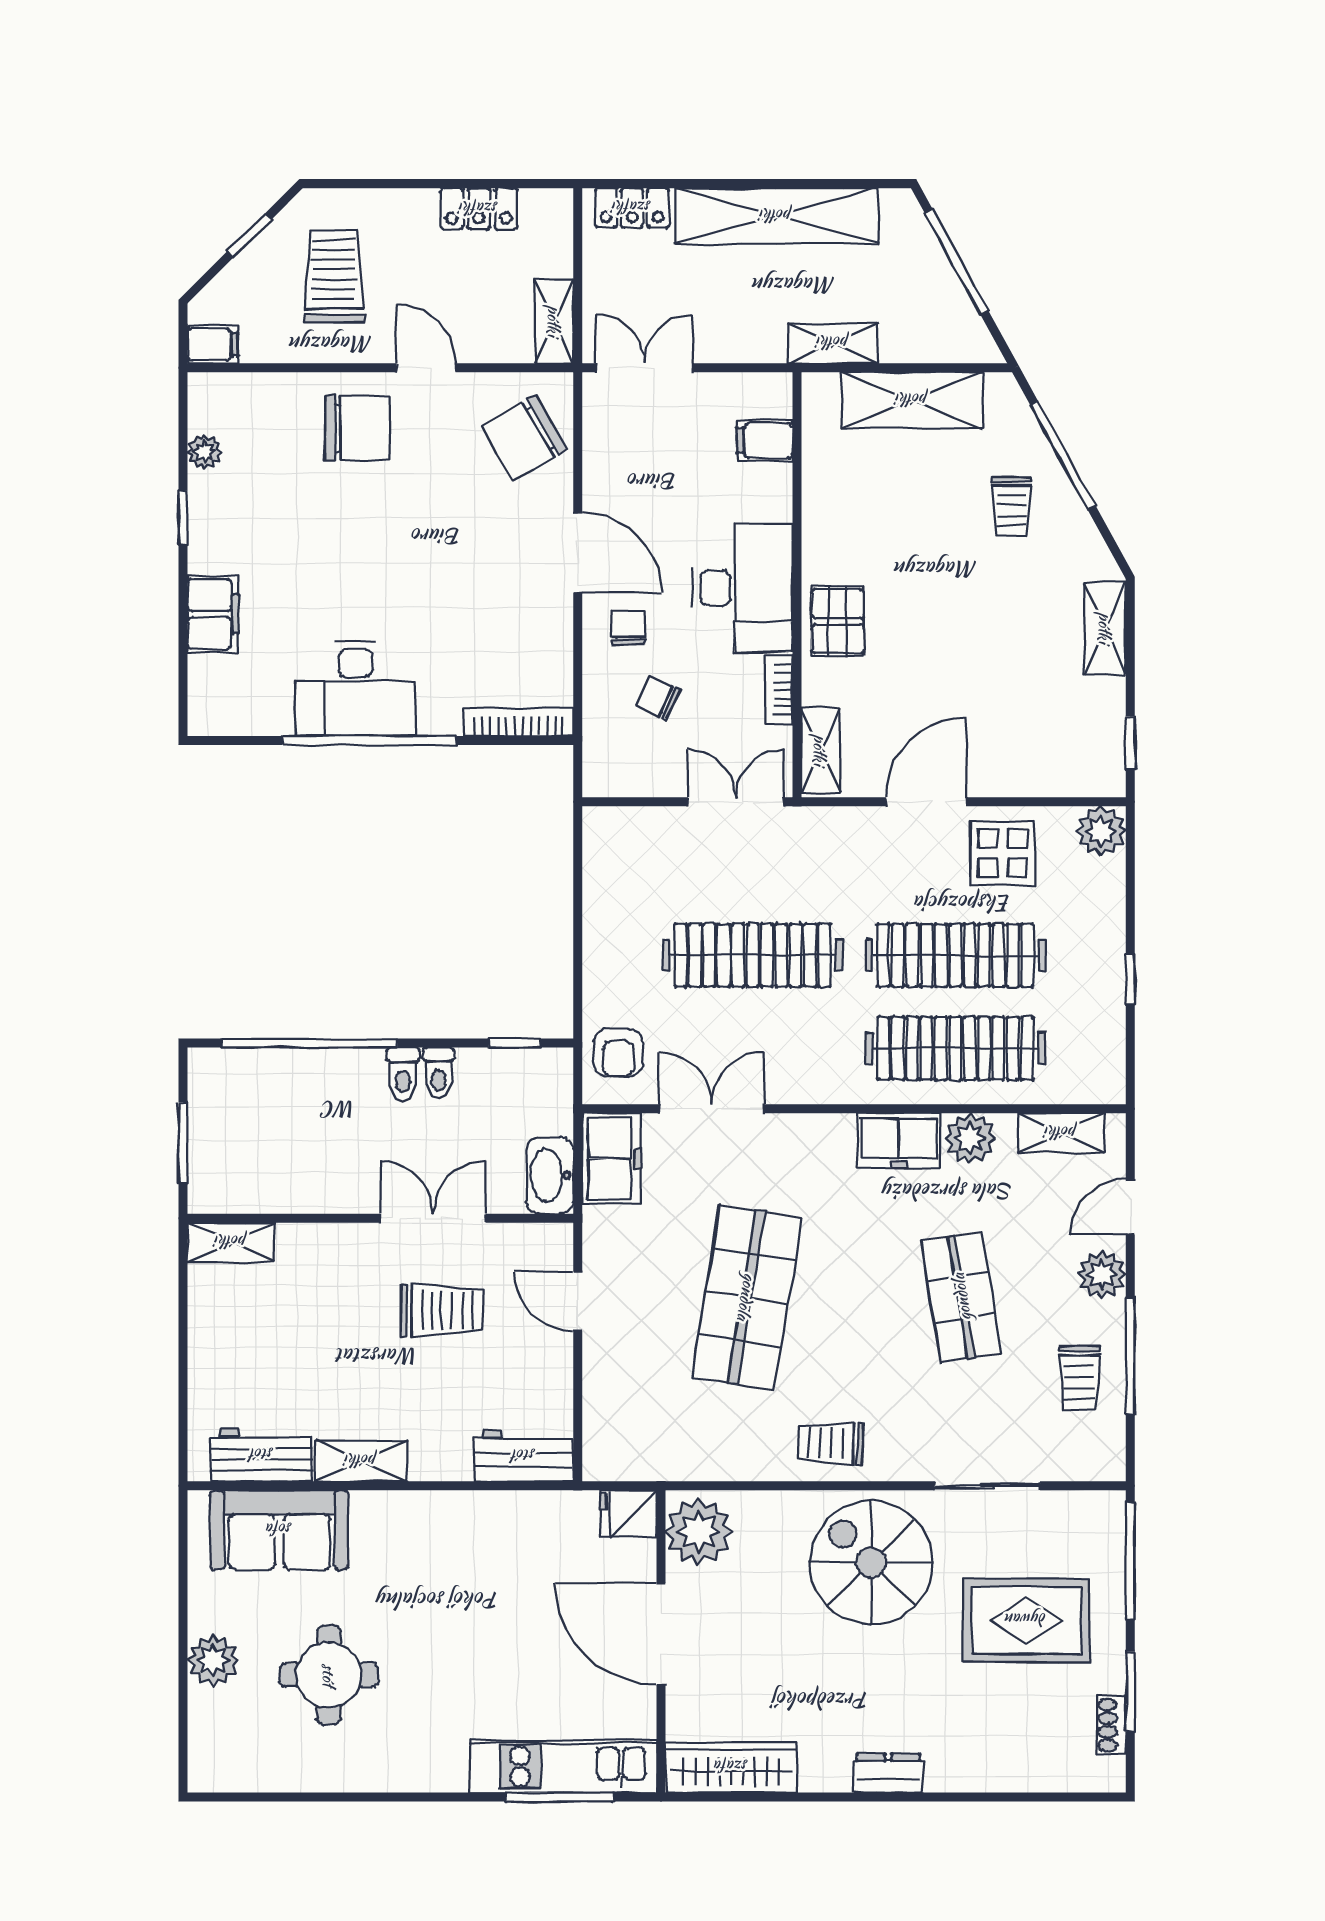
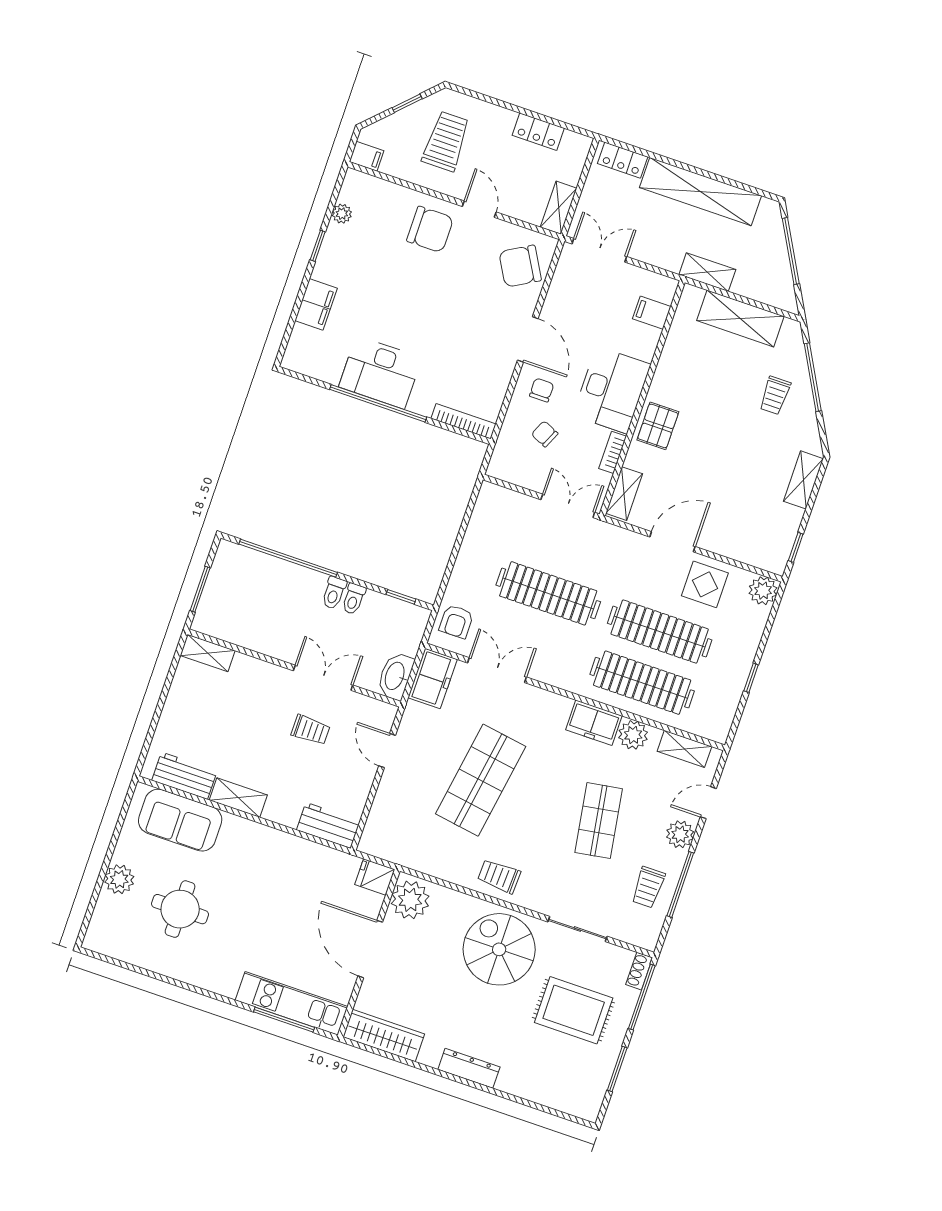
trolley: (442, 1310) -> (311, 730), width x0.73, depth x0.72
shoe rack: (1111, 1725) -> (639, 971), moved
dresser: (888, 1773) -> (469, 1068), width x1.44

